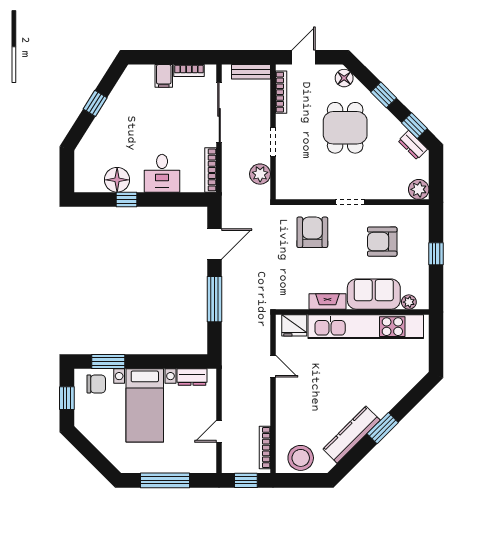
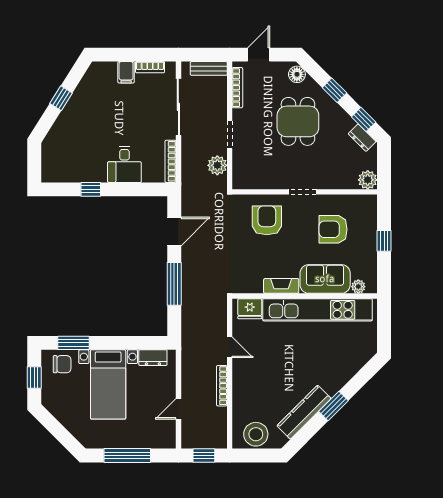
floor lamp: (117, 180) -> (82, 171), removed
bookcase: (265, 448) -> (222, 386), moved

